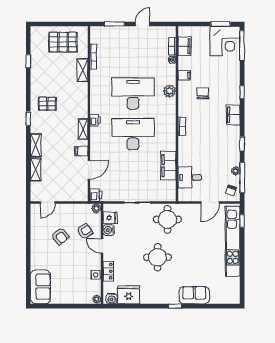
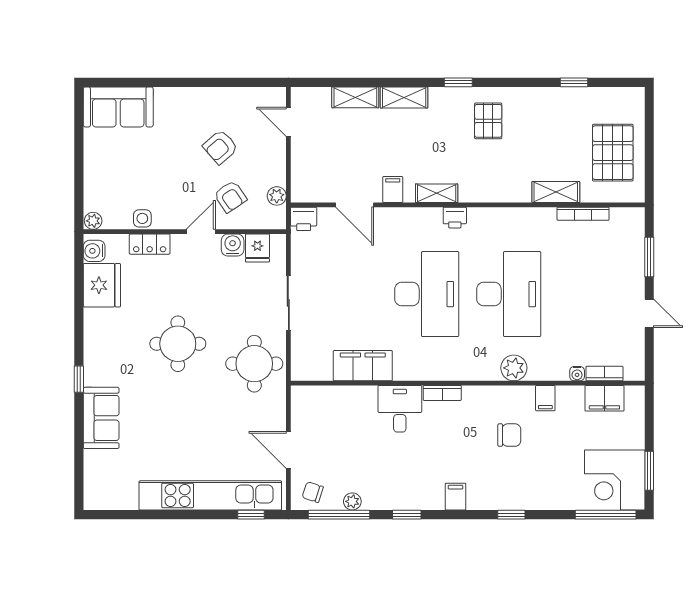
filing cabinet: (233, 115) -> (455, 497), width x0.50
desk: (190, 177) -> (400, 409), moved
plant: (96, 208) -> (277, 196), moved

